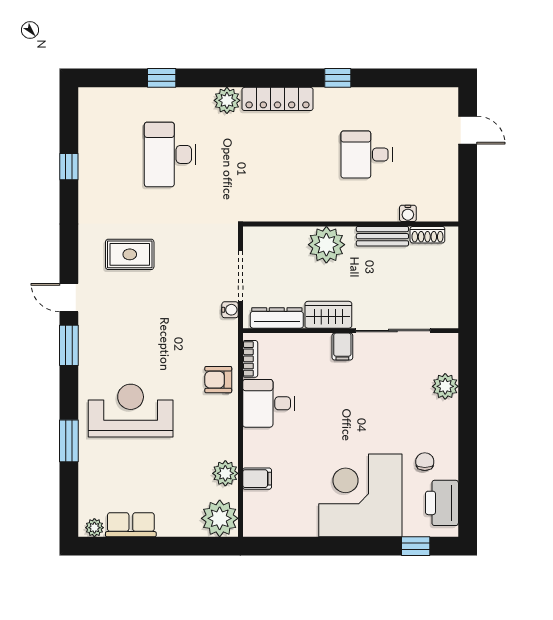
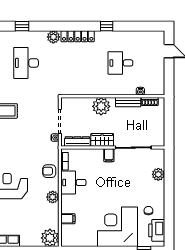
plant: (225, 473) -> (53, 197), moved

